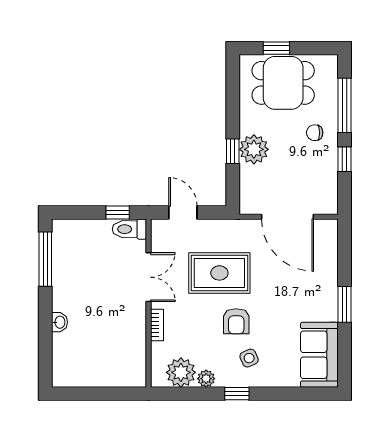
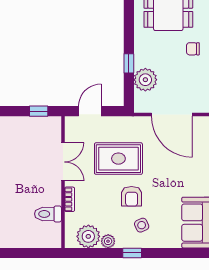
plant: (254, 149) -> (145, 80), moved
door: (183, 212) -> (90, 111), hinge flipped
toilet: (129, 229) -> (48, 214), moved

